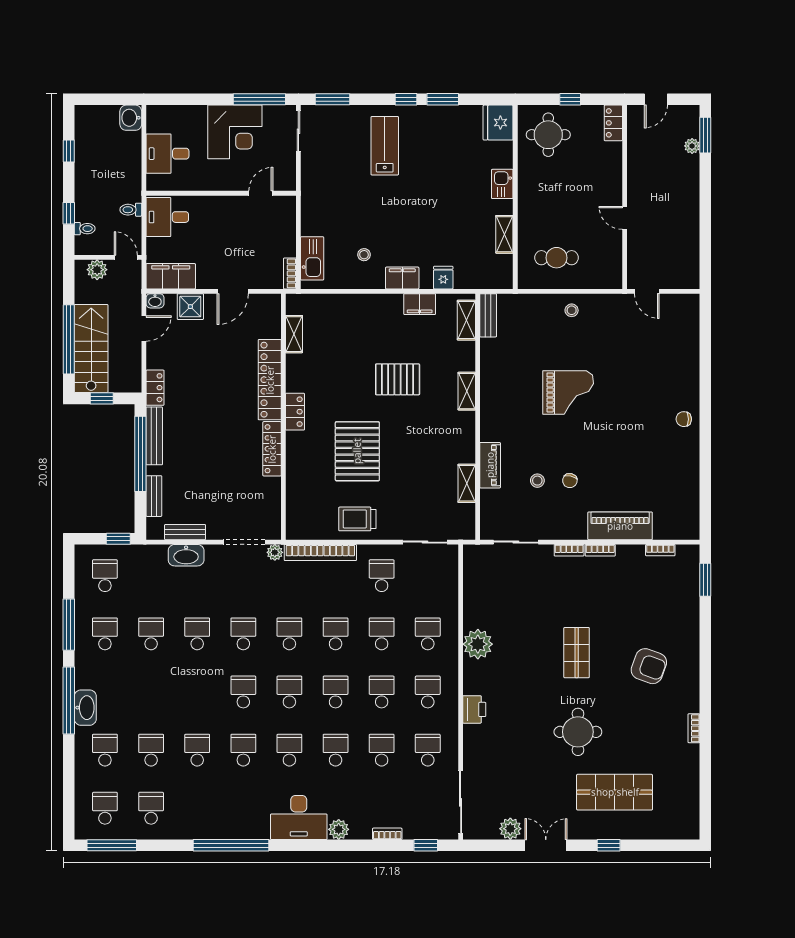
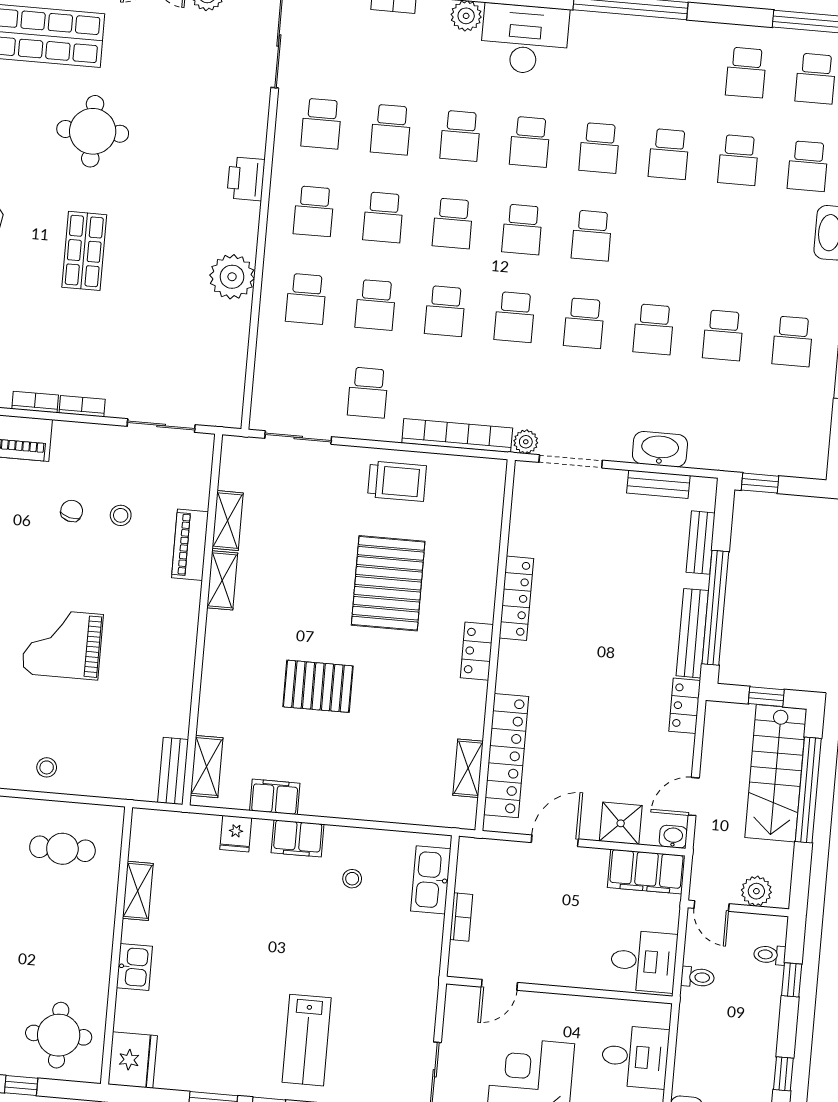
bookcase: (290, 273) -> (461, 917), moved
locker: (270, 380) -> (506, 756), moved
shelving: (467, 391) -> (222, 580), moved
school desk: (105, 576) -> (785, 429), removed

